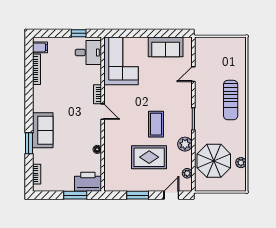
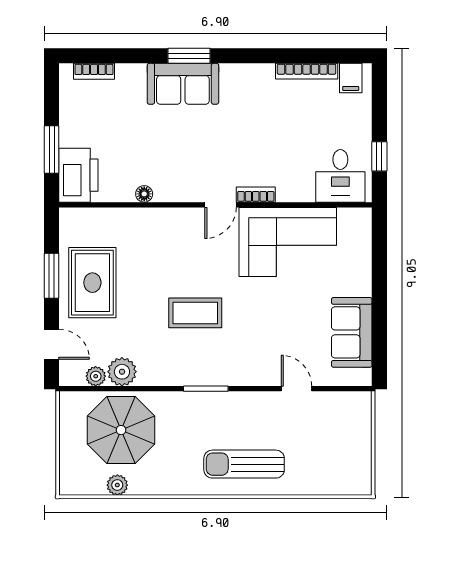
corner sofa: (121, 61) -> (288, 242), moved
window: (29, 143) -> (189, 56), moved
plant: (185, 144) -> (122, 372), moved
rug: (149, 157) -> (92, 283), moved

